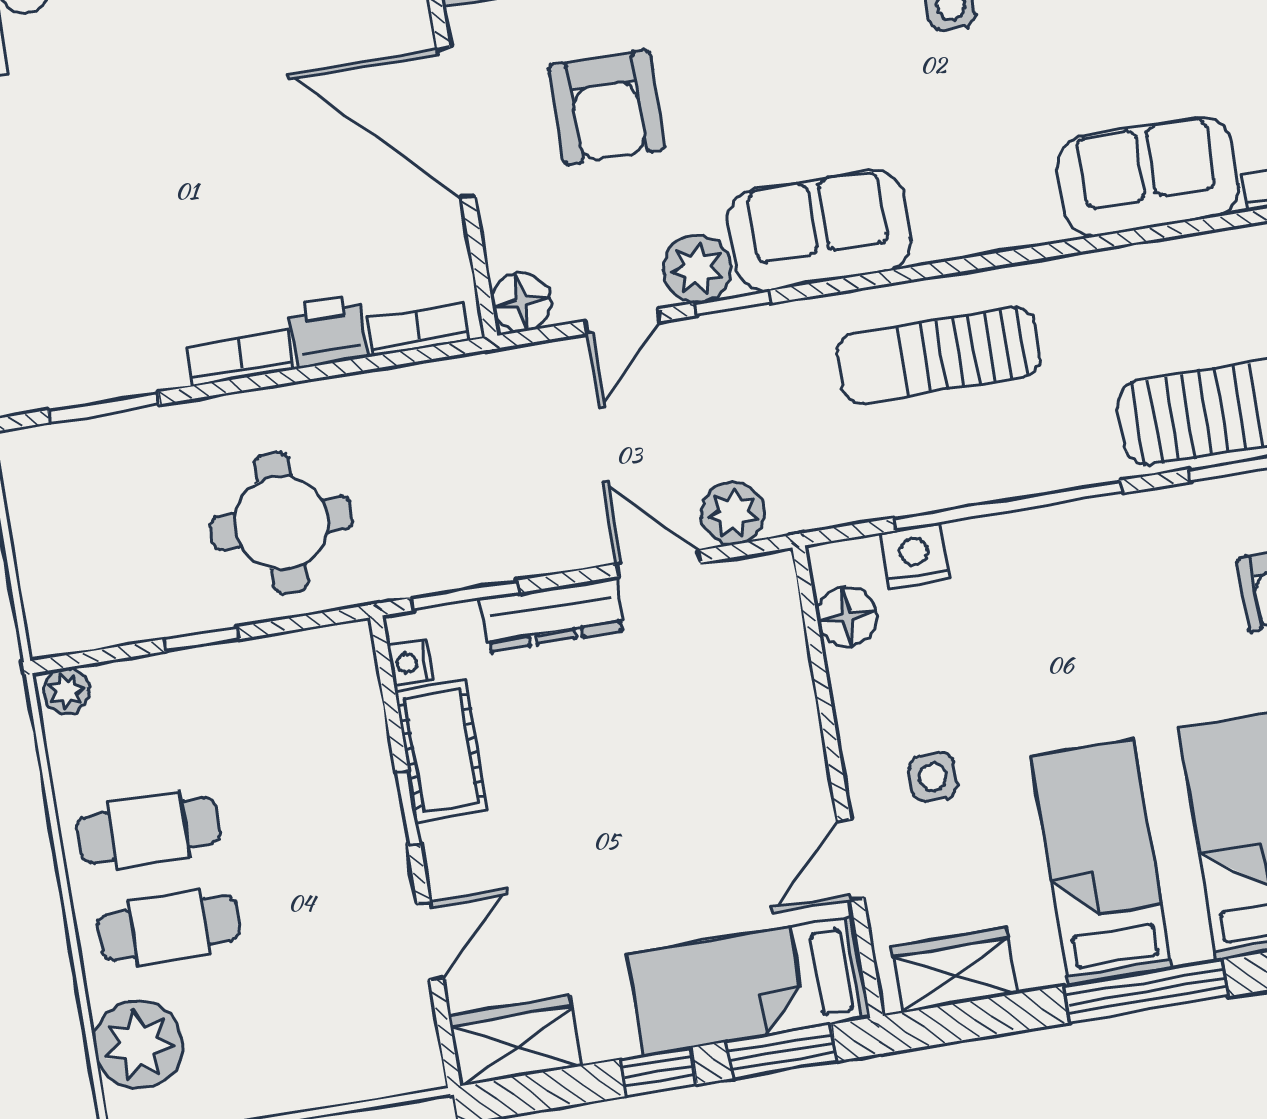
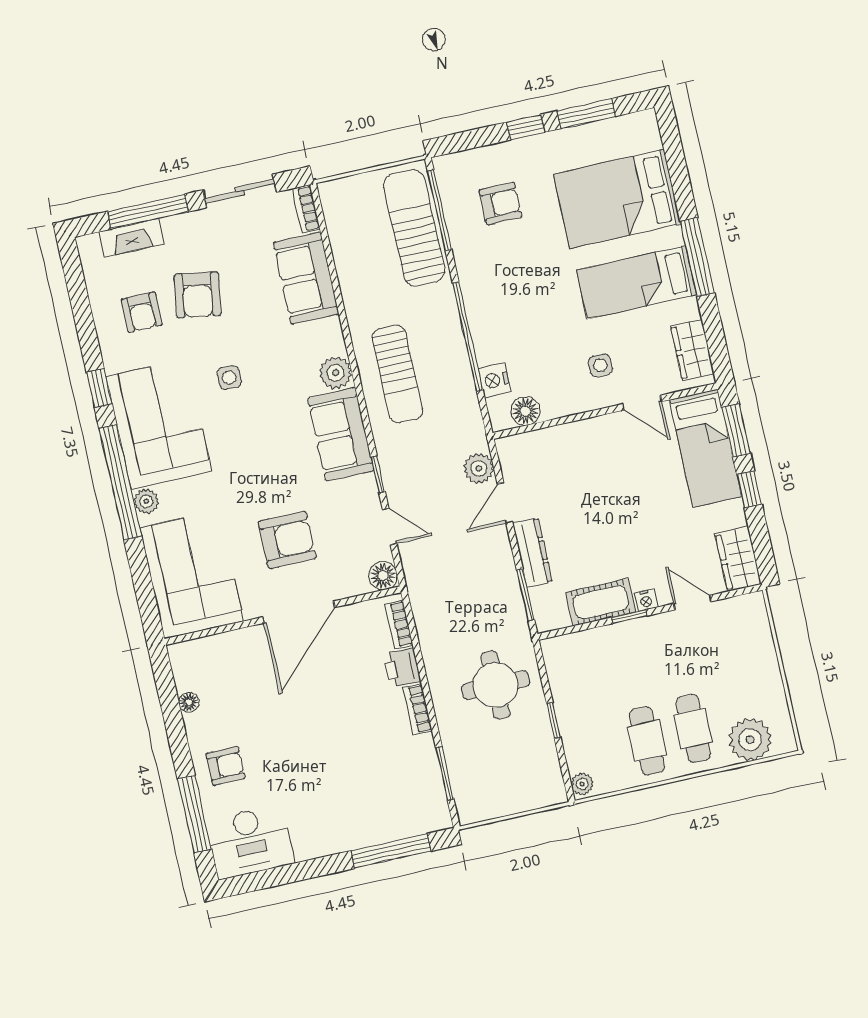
plant: (697, 269) -> (336, 373), moved
nightstand: (410, 662) -> (646, 600), moved

